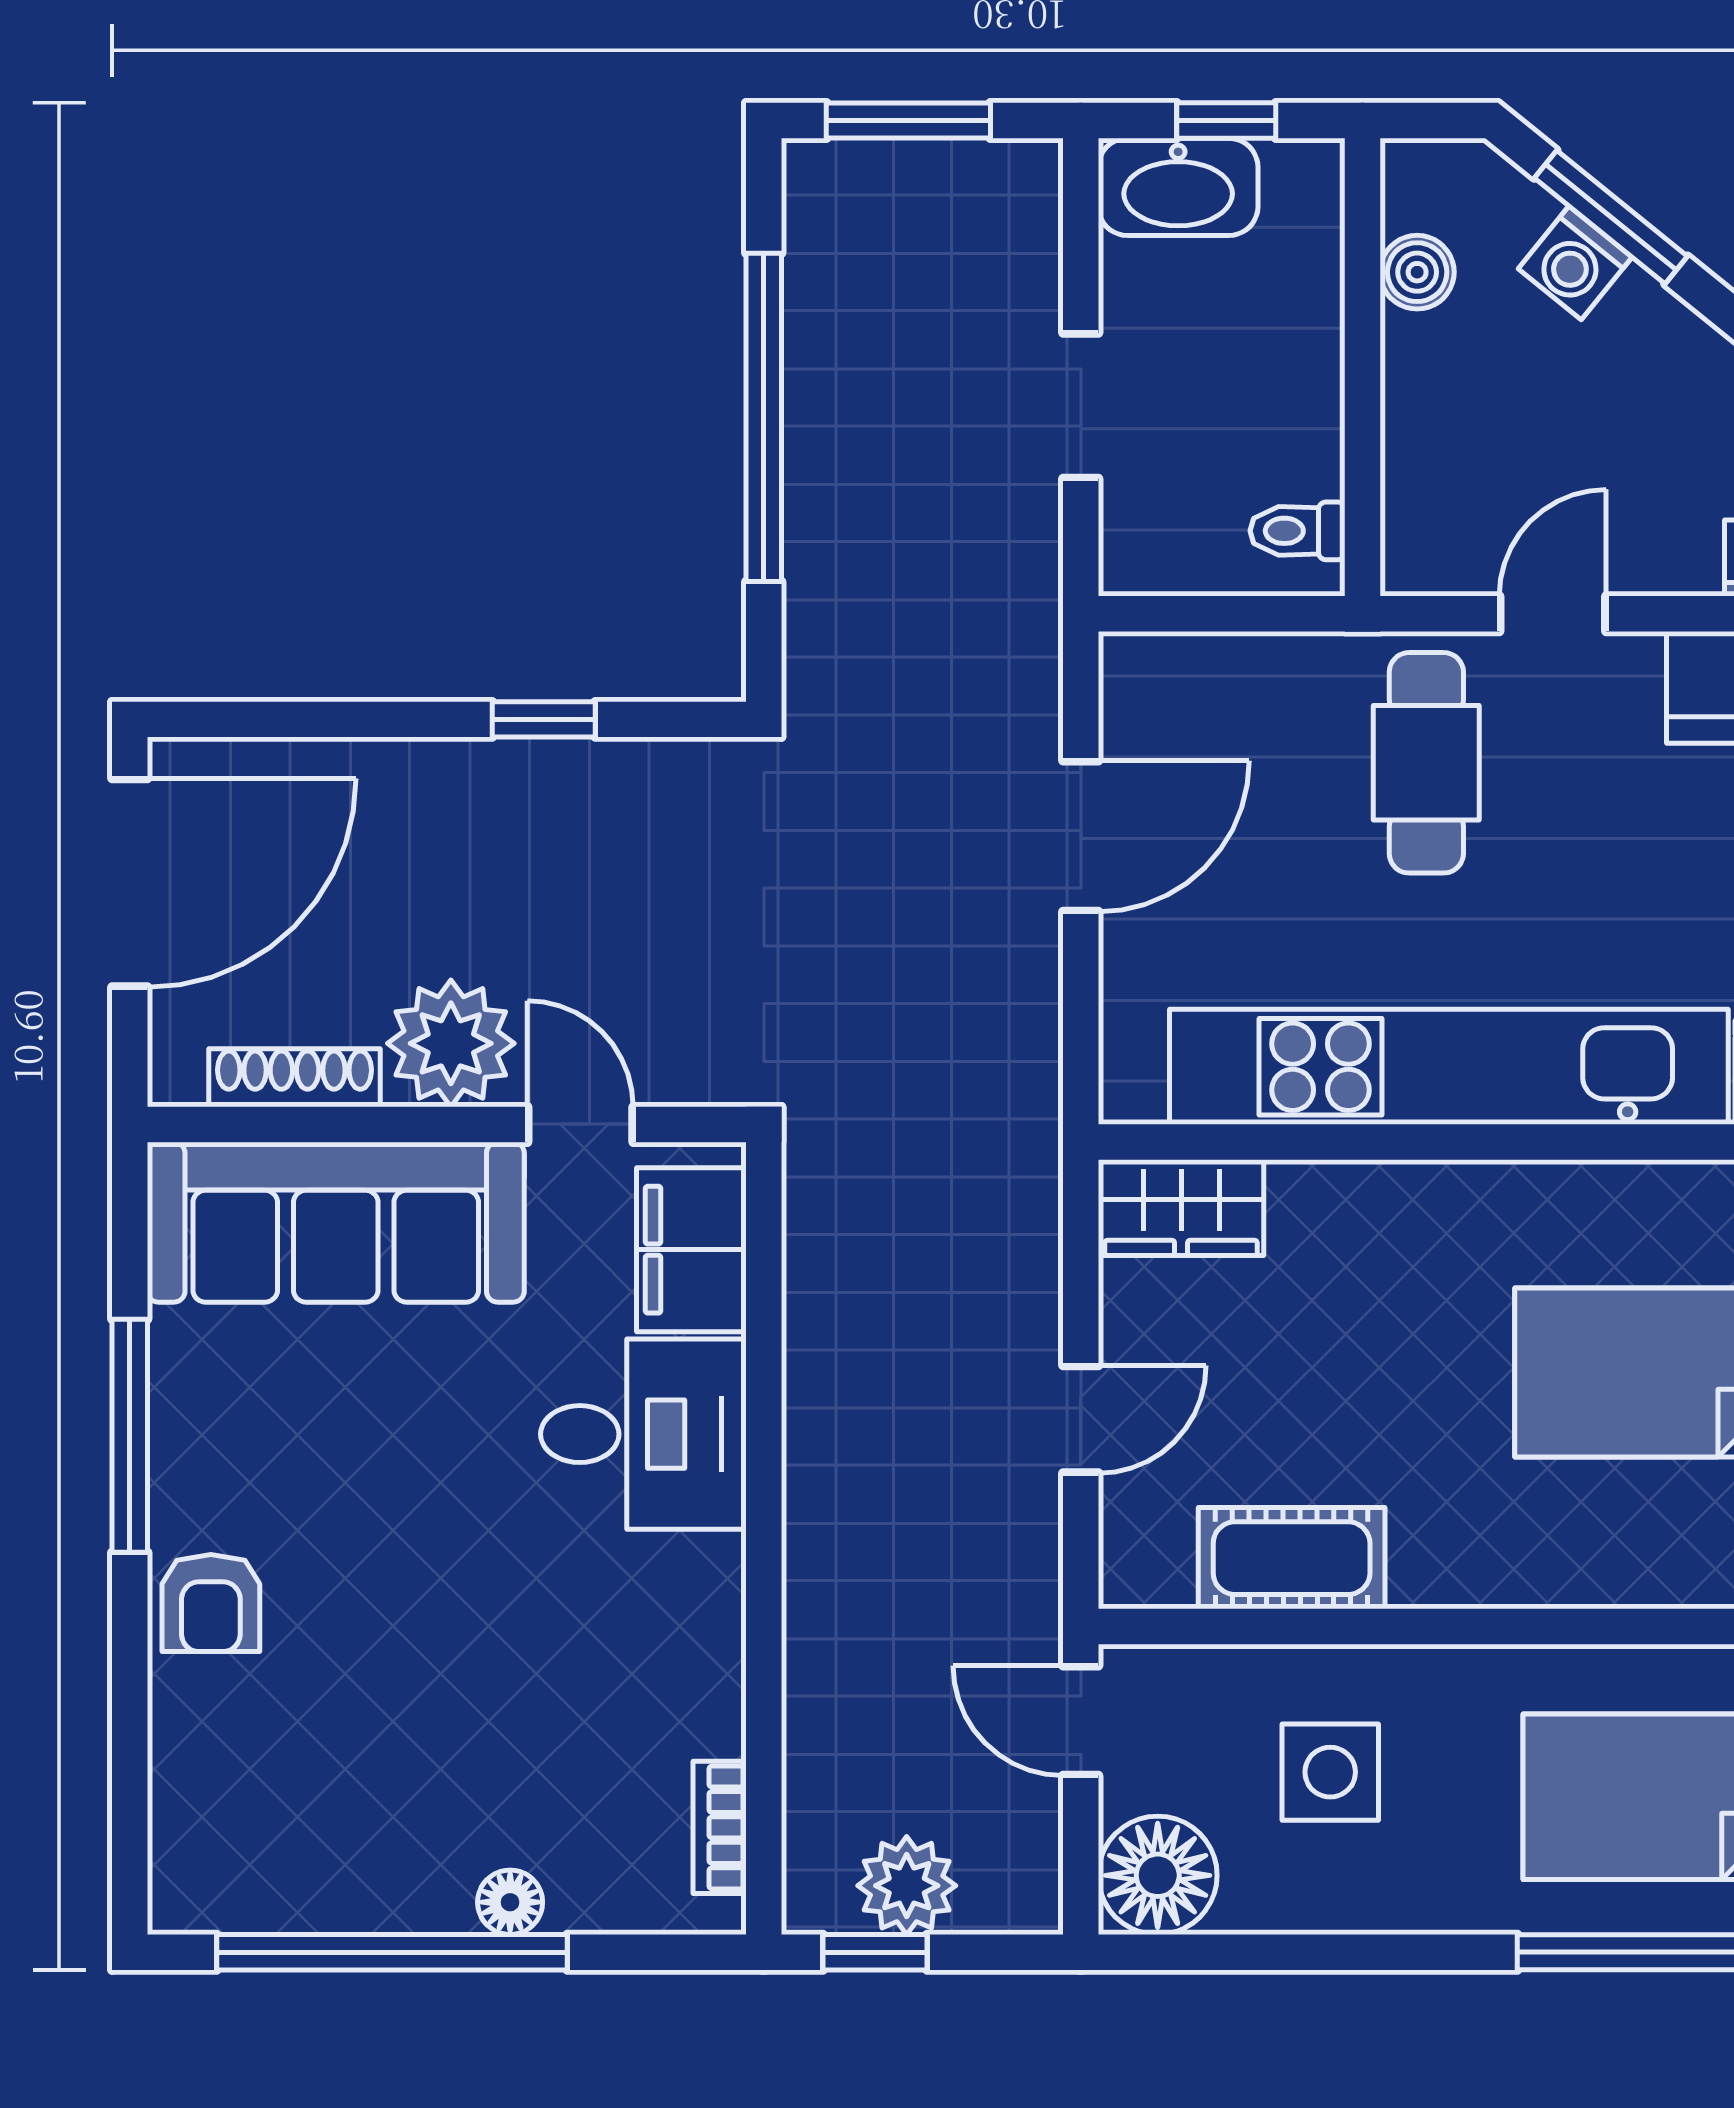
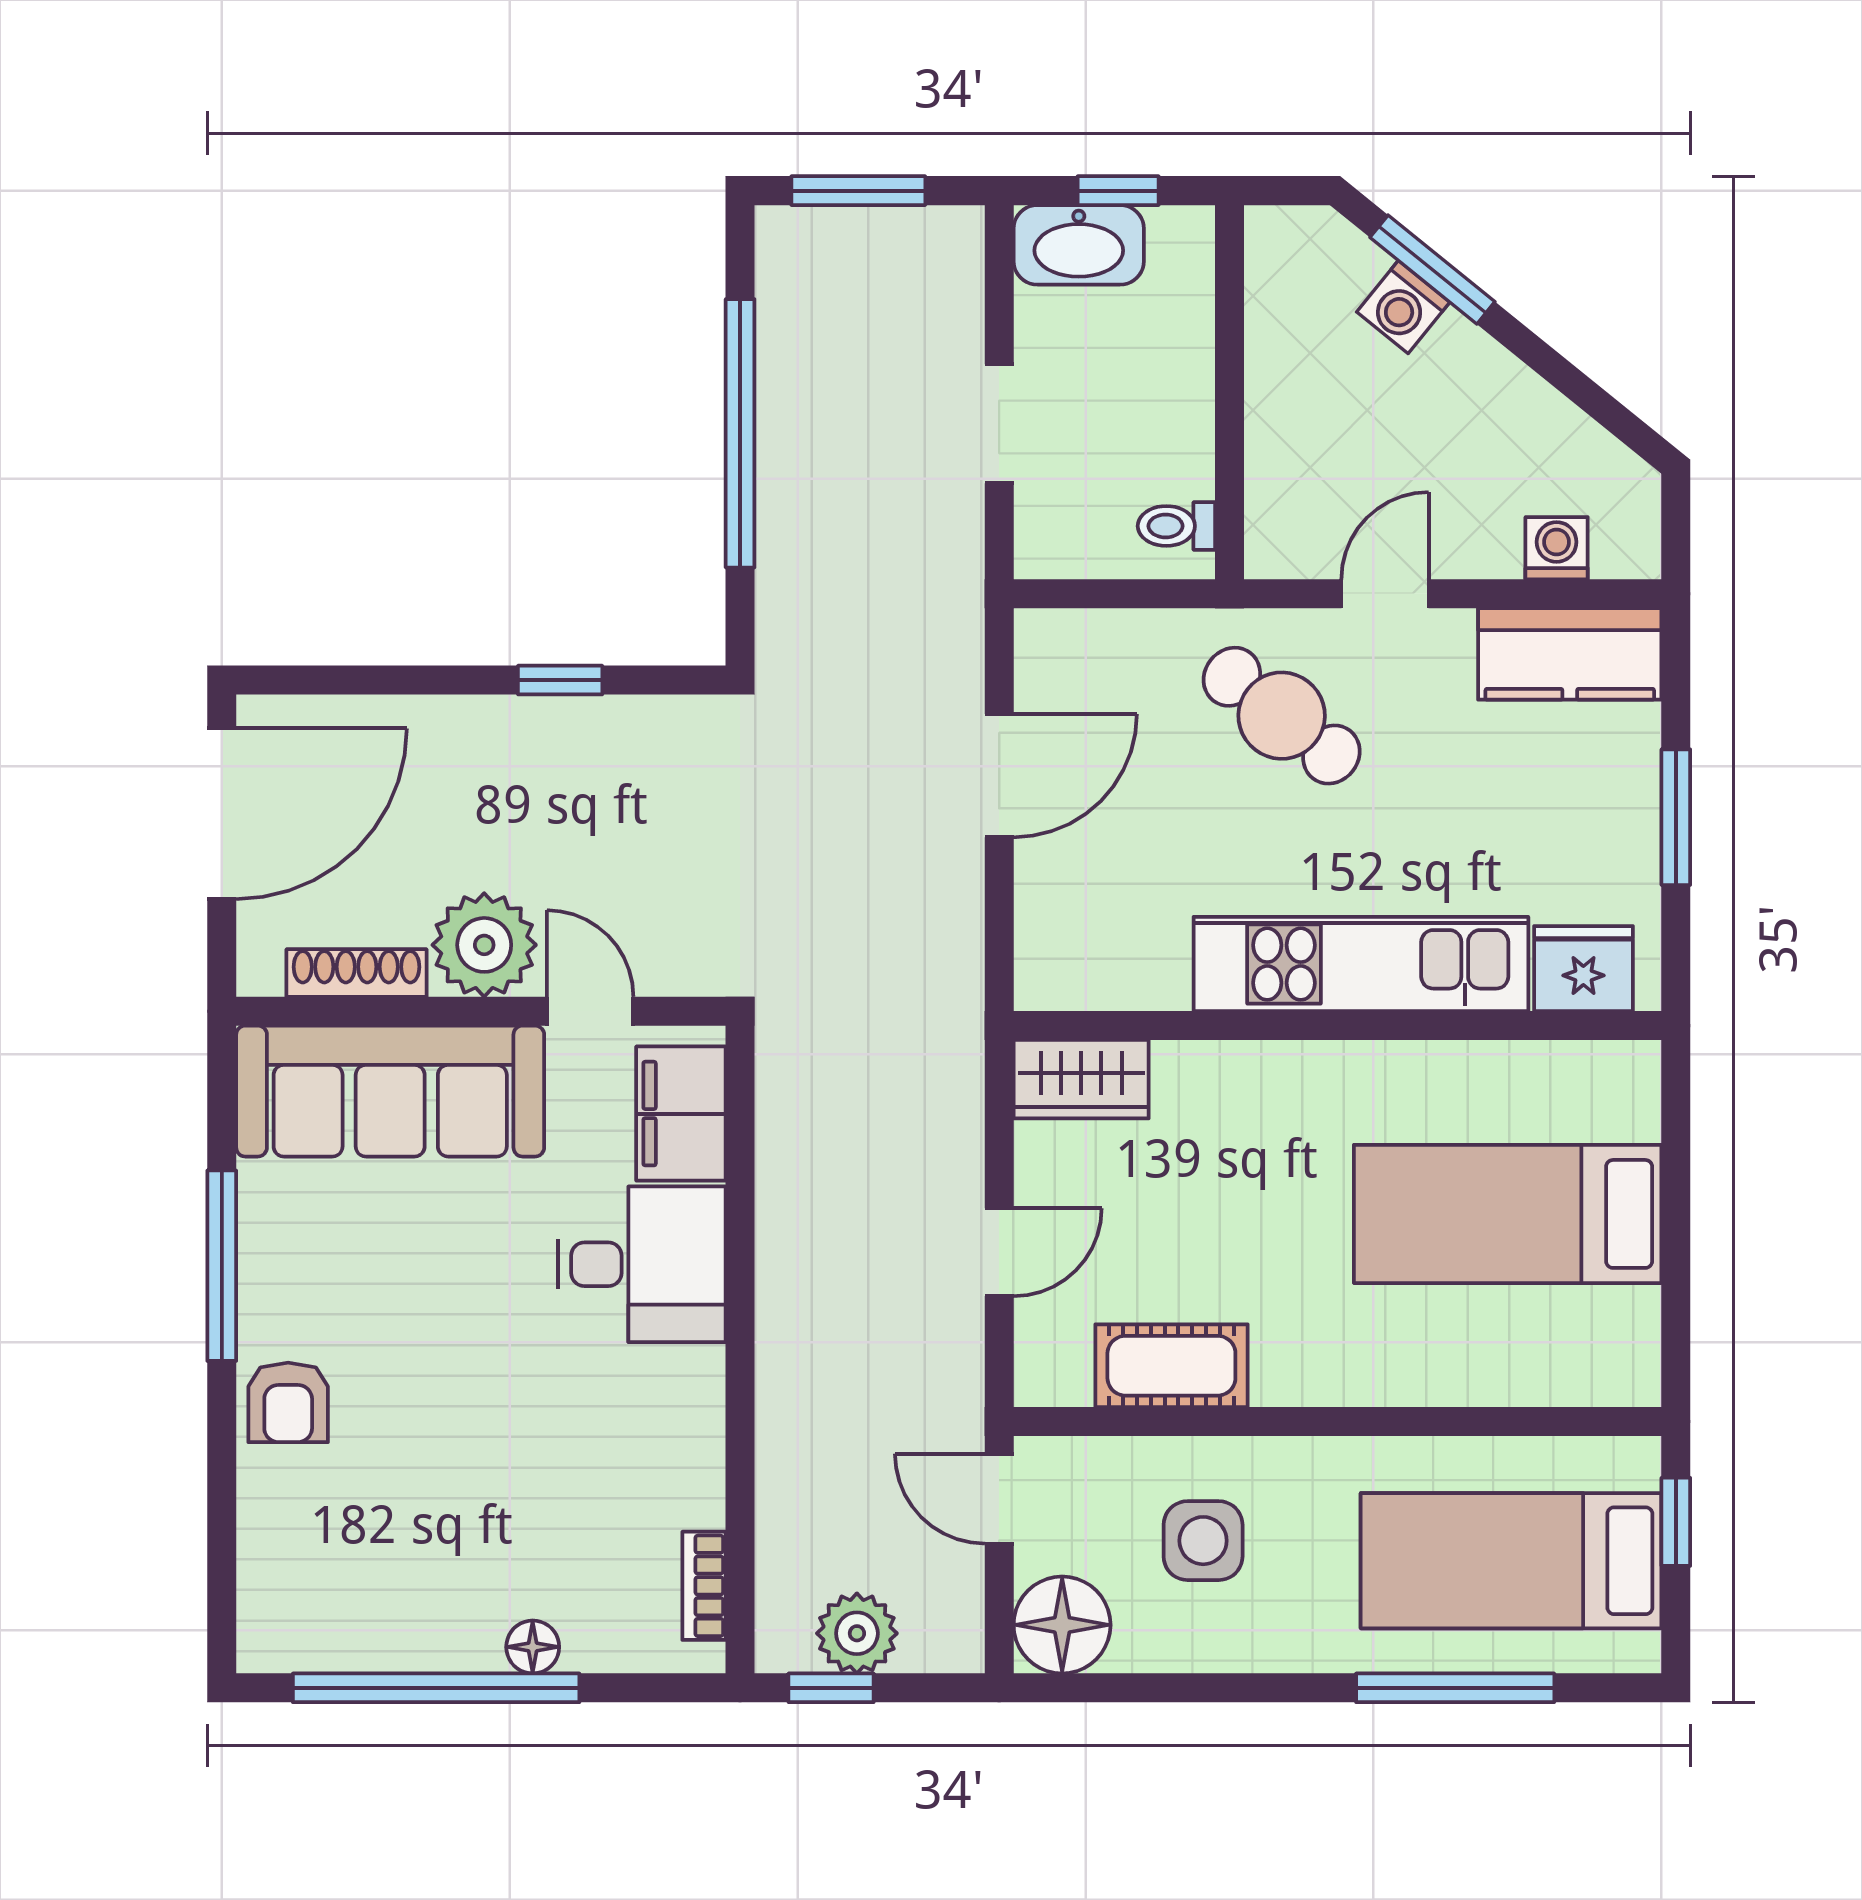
boiler: (1417, 272) -> (1274, 315), removed
cafe table: (1426, 763) -> (1282, 716), turned -52
kitchen unit: (1449, 1067) -> (1361, 964), width x0.73

